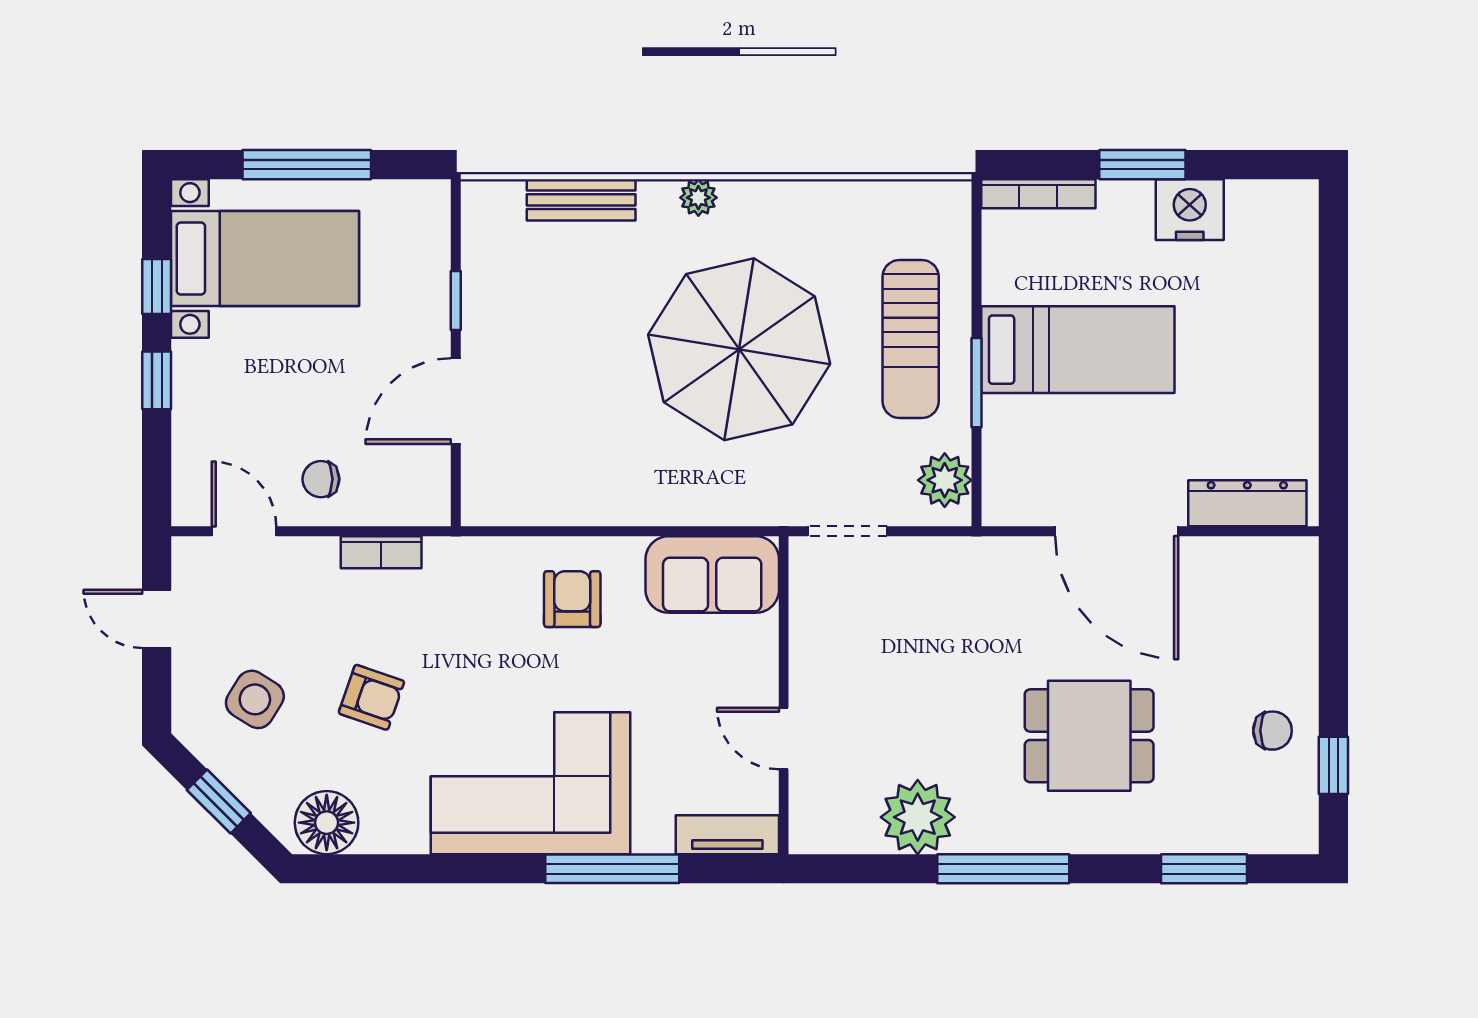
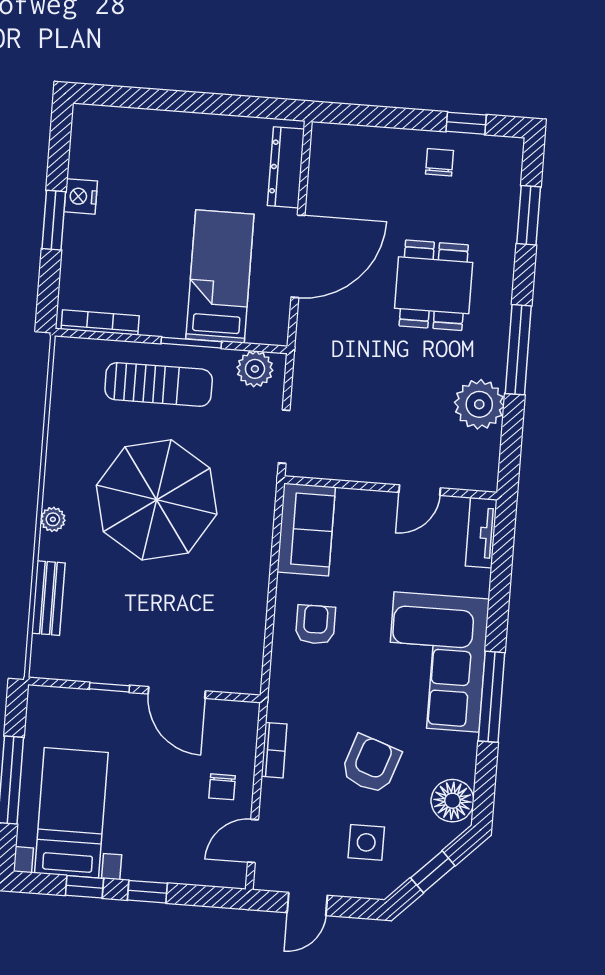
bookcase: (1038, 194) -> (100, 322), moved, turned -90
nightstand: (1190, 210) -> (81, 196), width x0.74, depth x0.75
bed: (1078, 350) -> (220, 276), moved
armchair: (572, 599) -> (315, 625), turned 90
armchair: (371, 697) -> (371, 764), width x1.38, depth x1.38
side table: (255, 699) -> (366, 842), turned -32
window: (612, 869) -> (492, 697), moved

